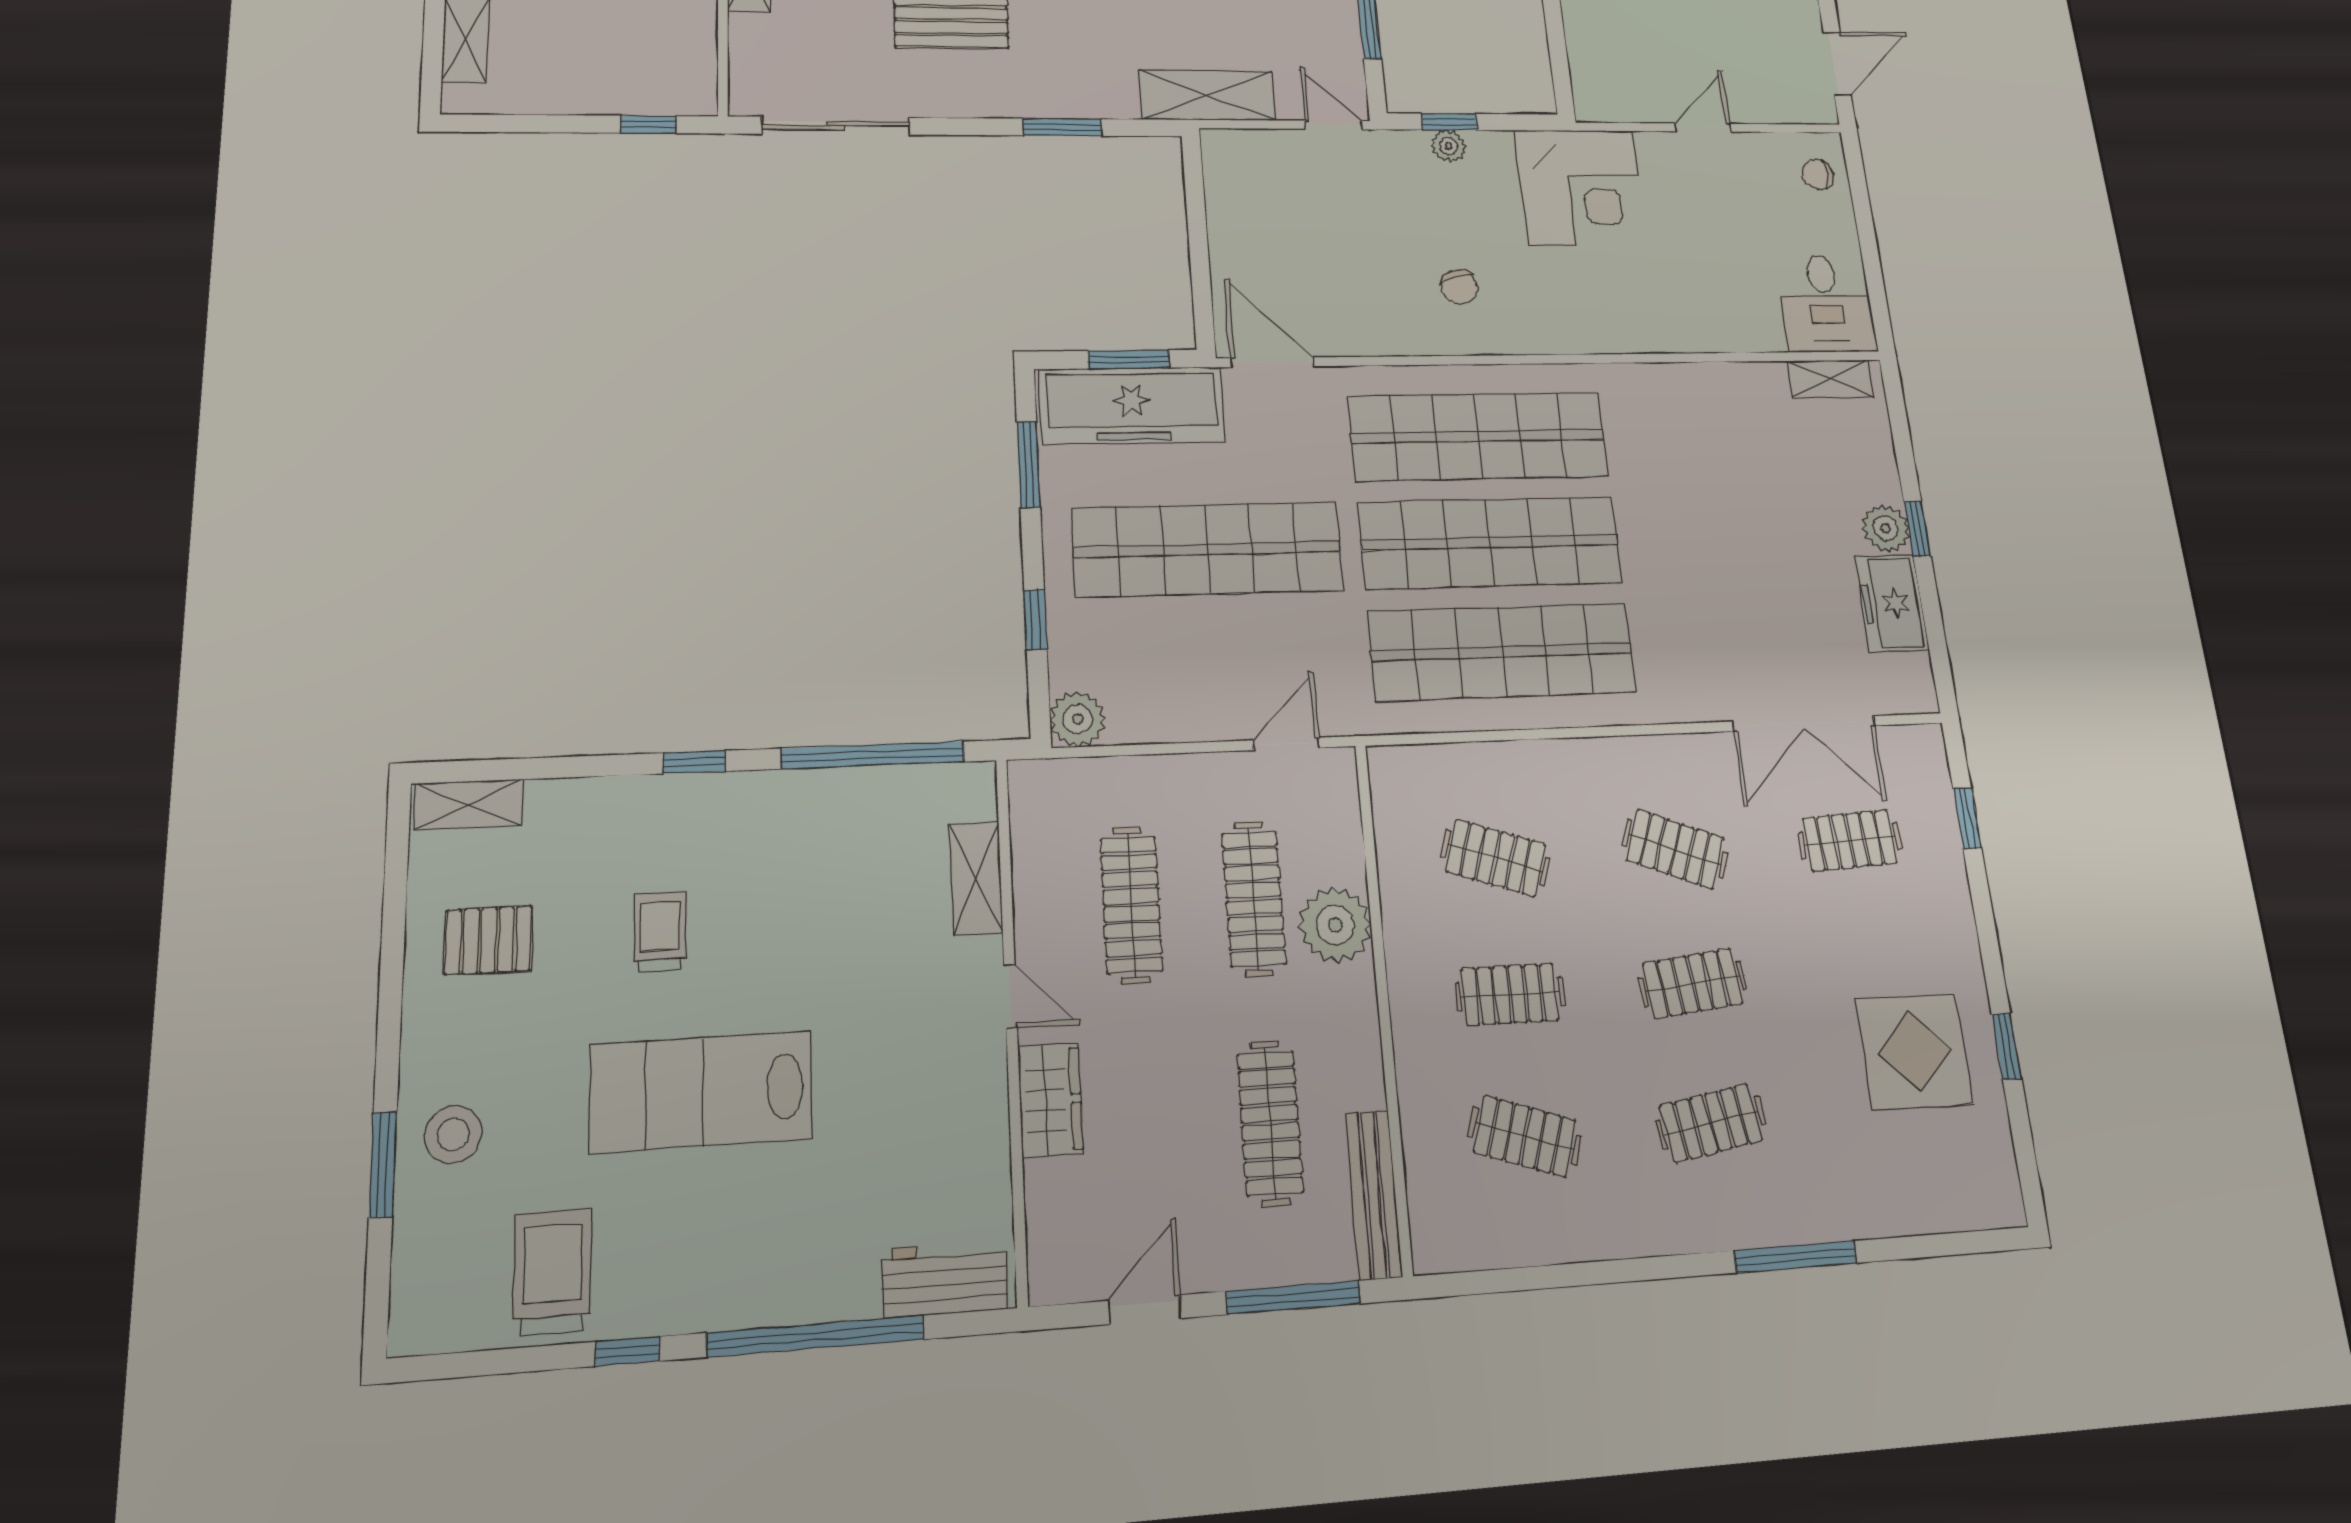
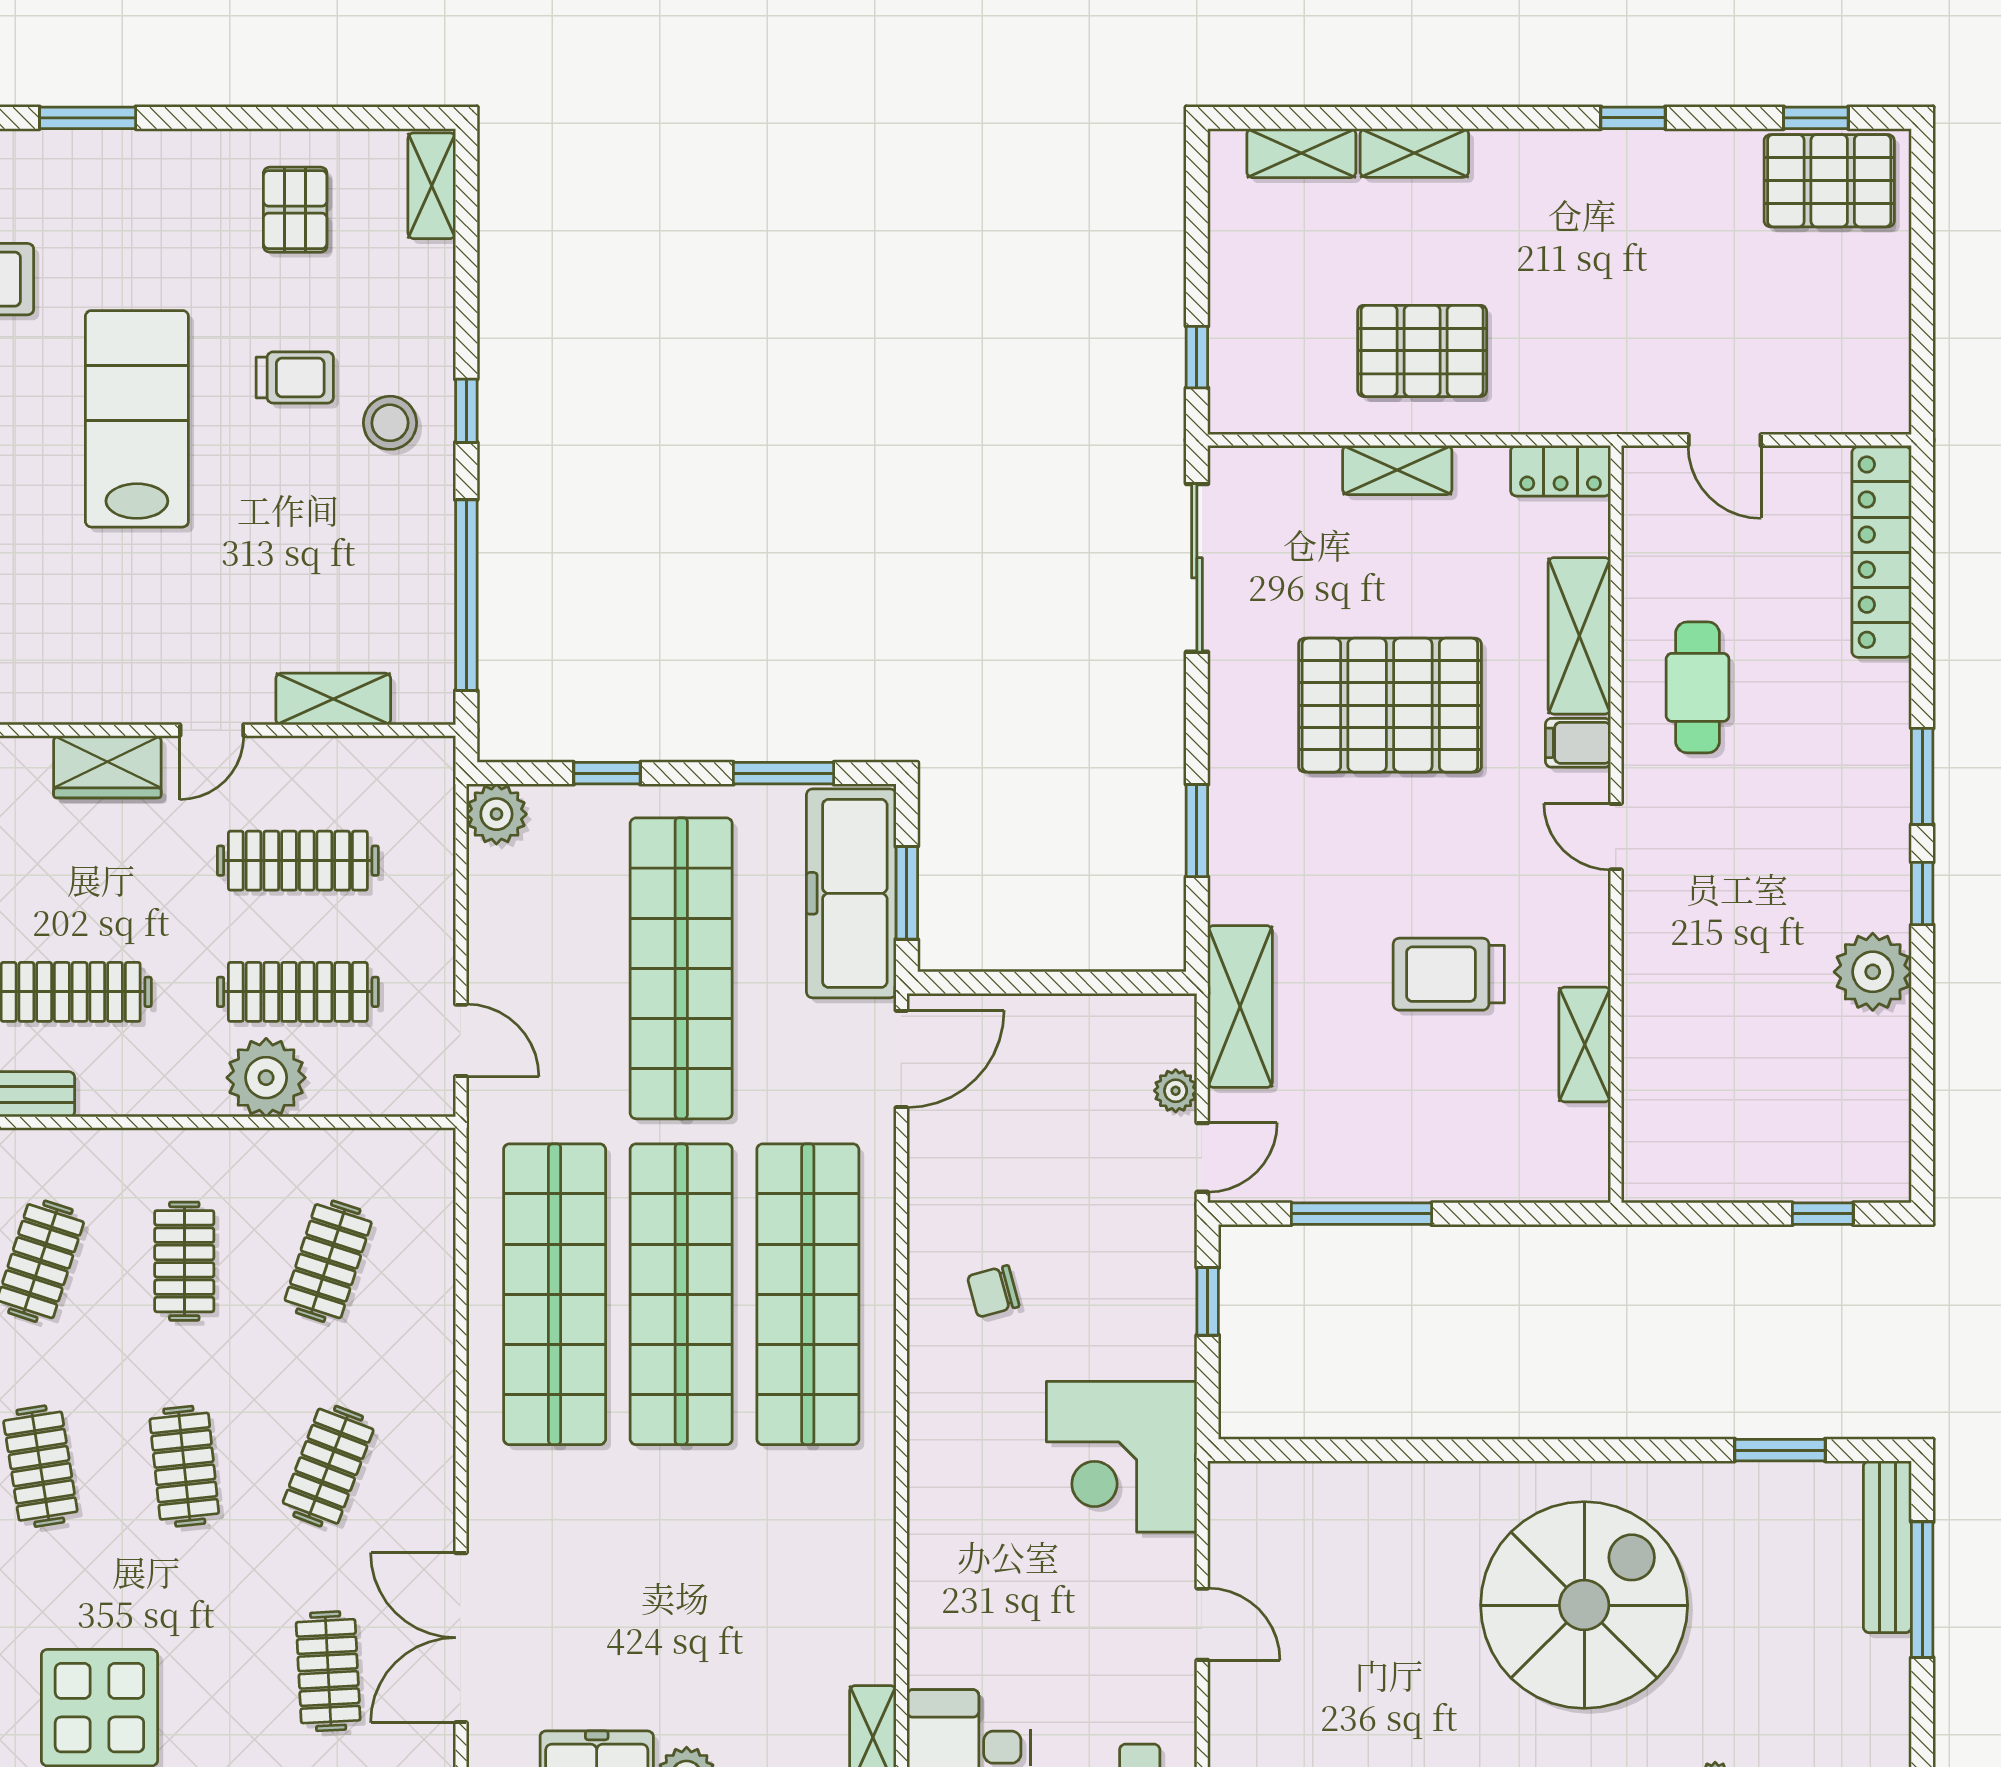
plant: (1449, 146) -> (1176, 1091), moved
stool: (453, 1134) -> (390, 423), moved

